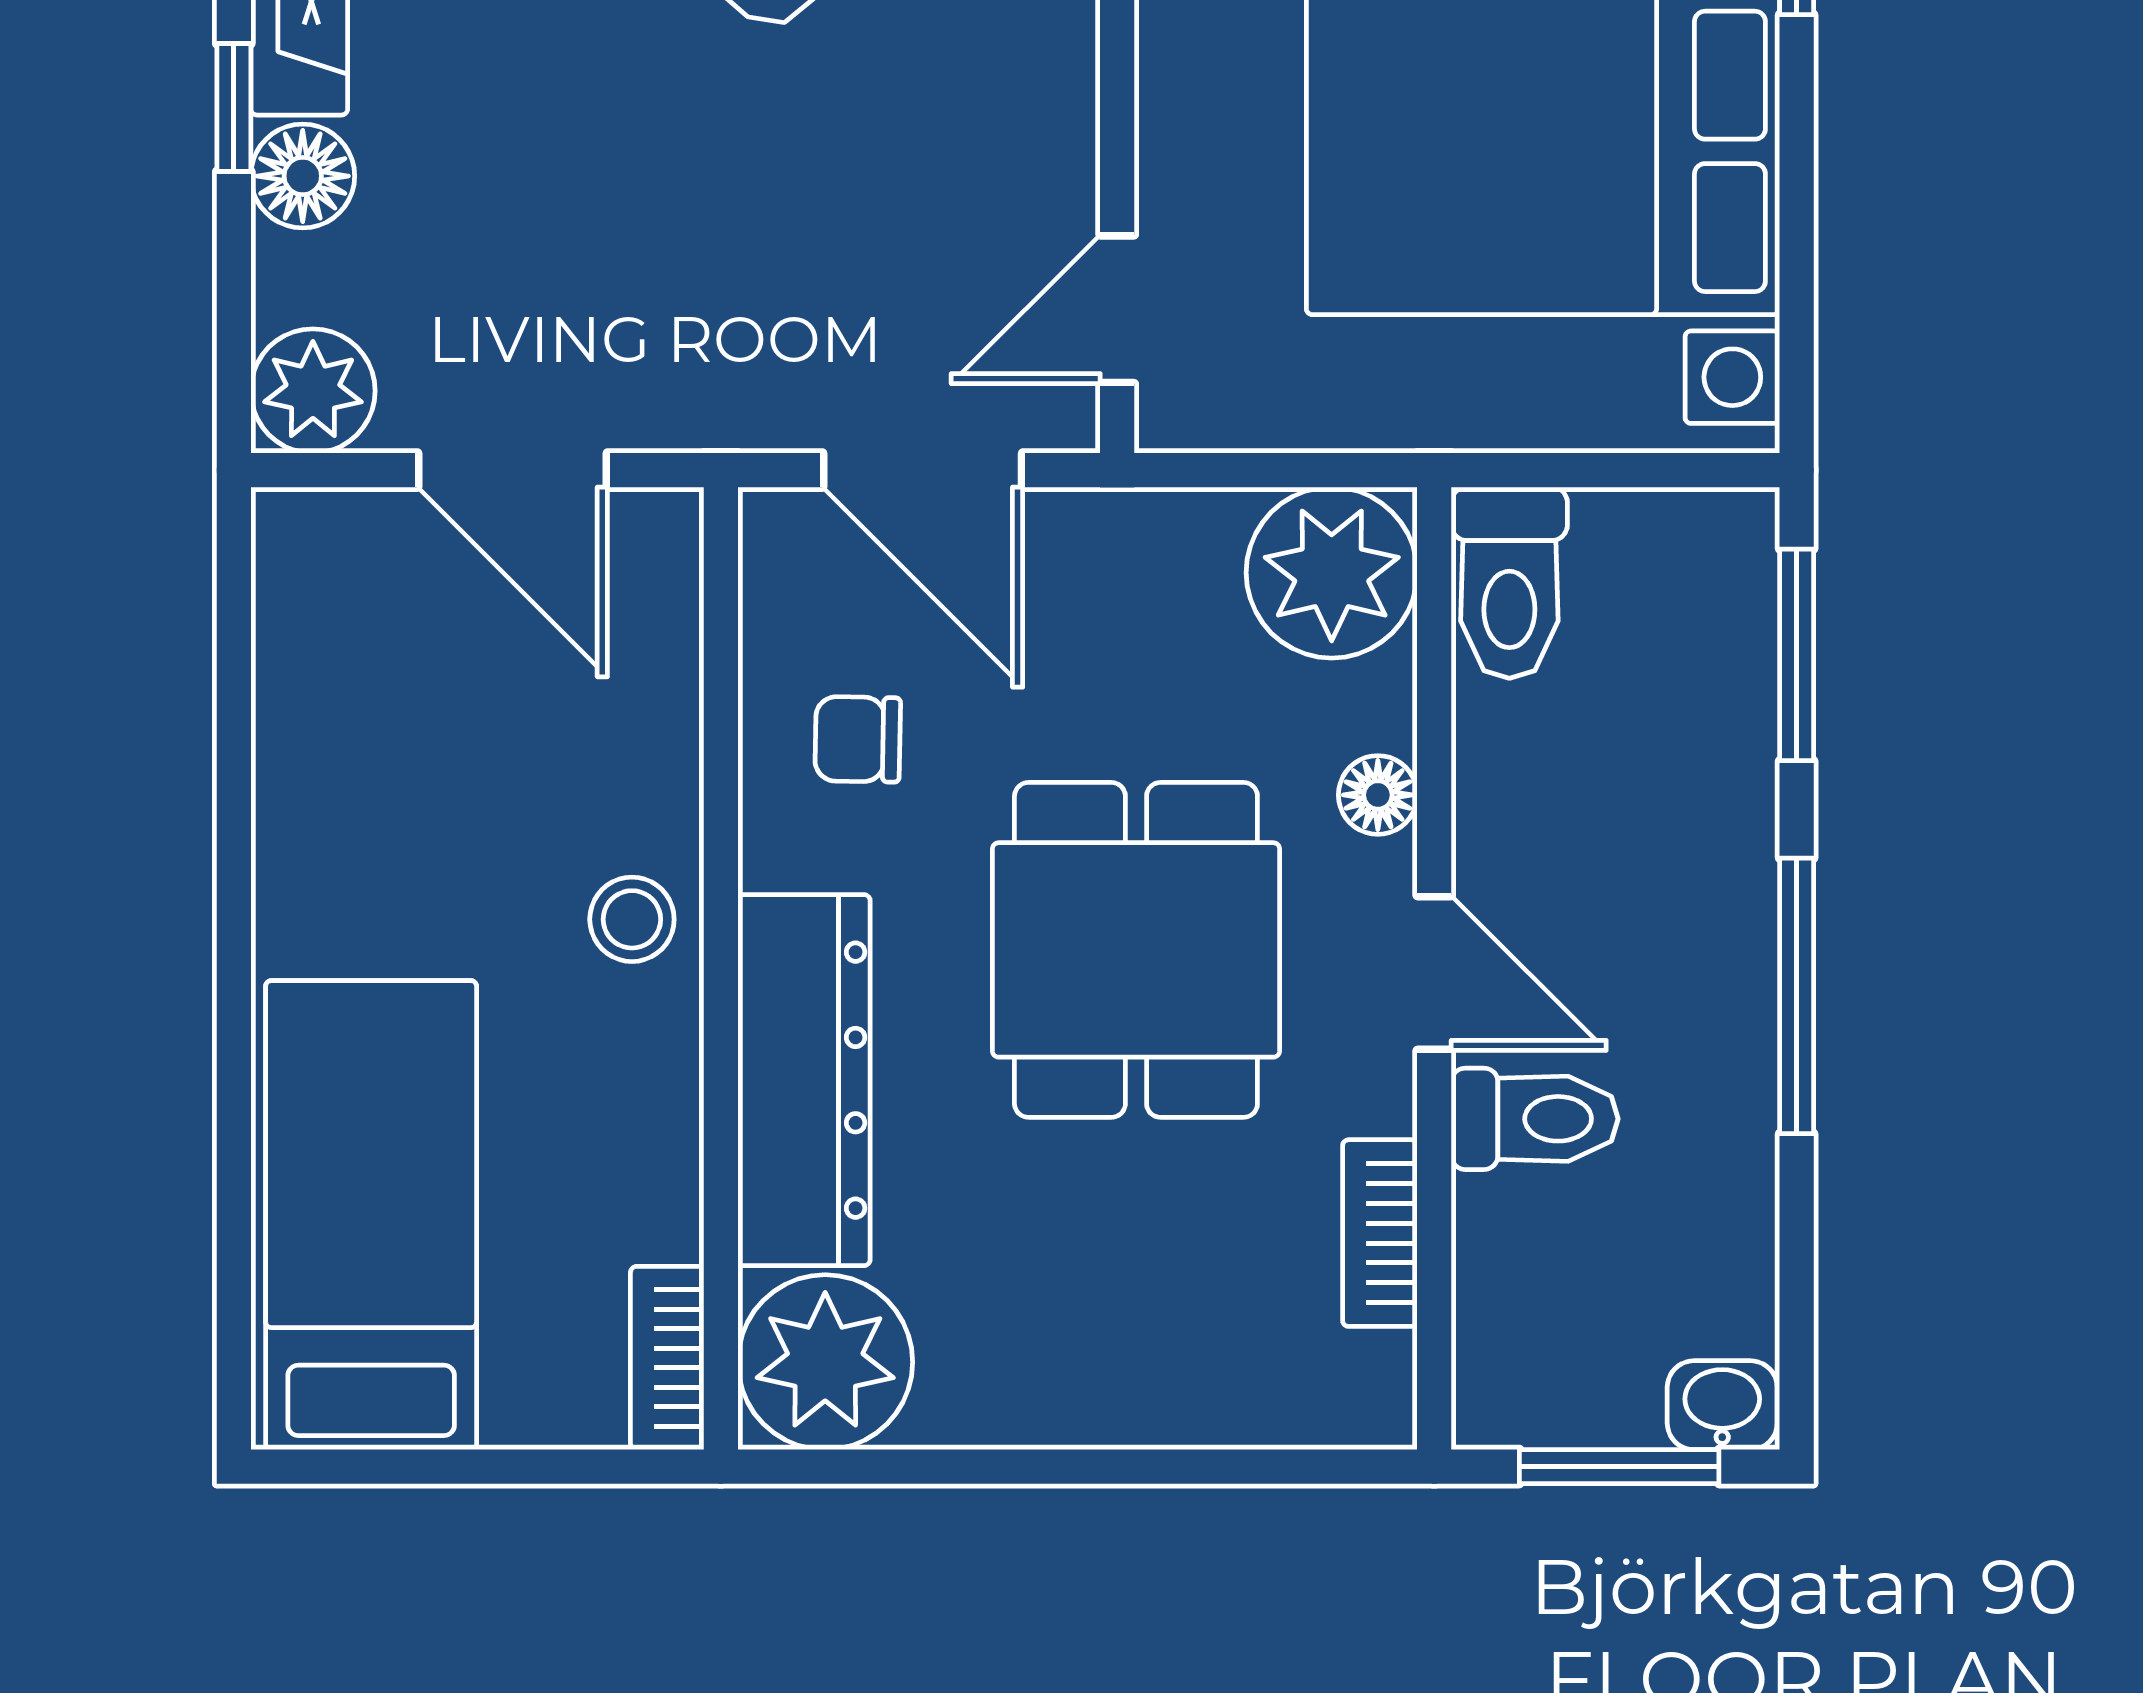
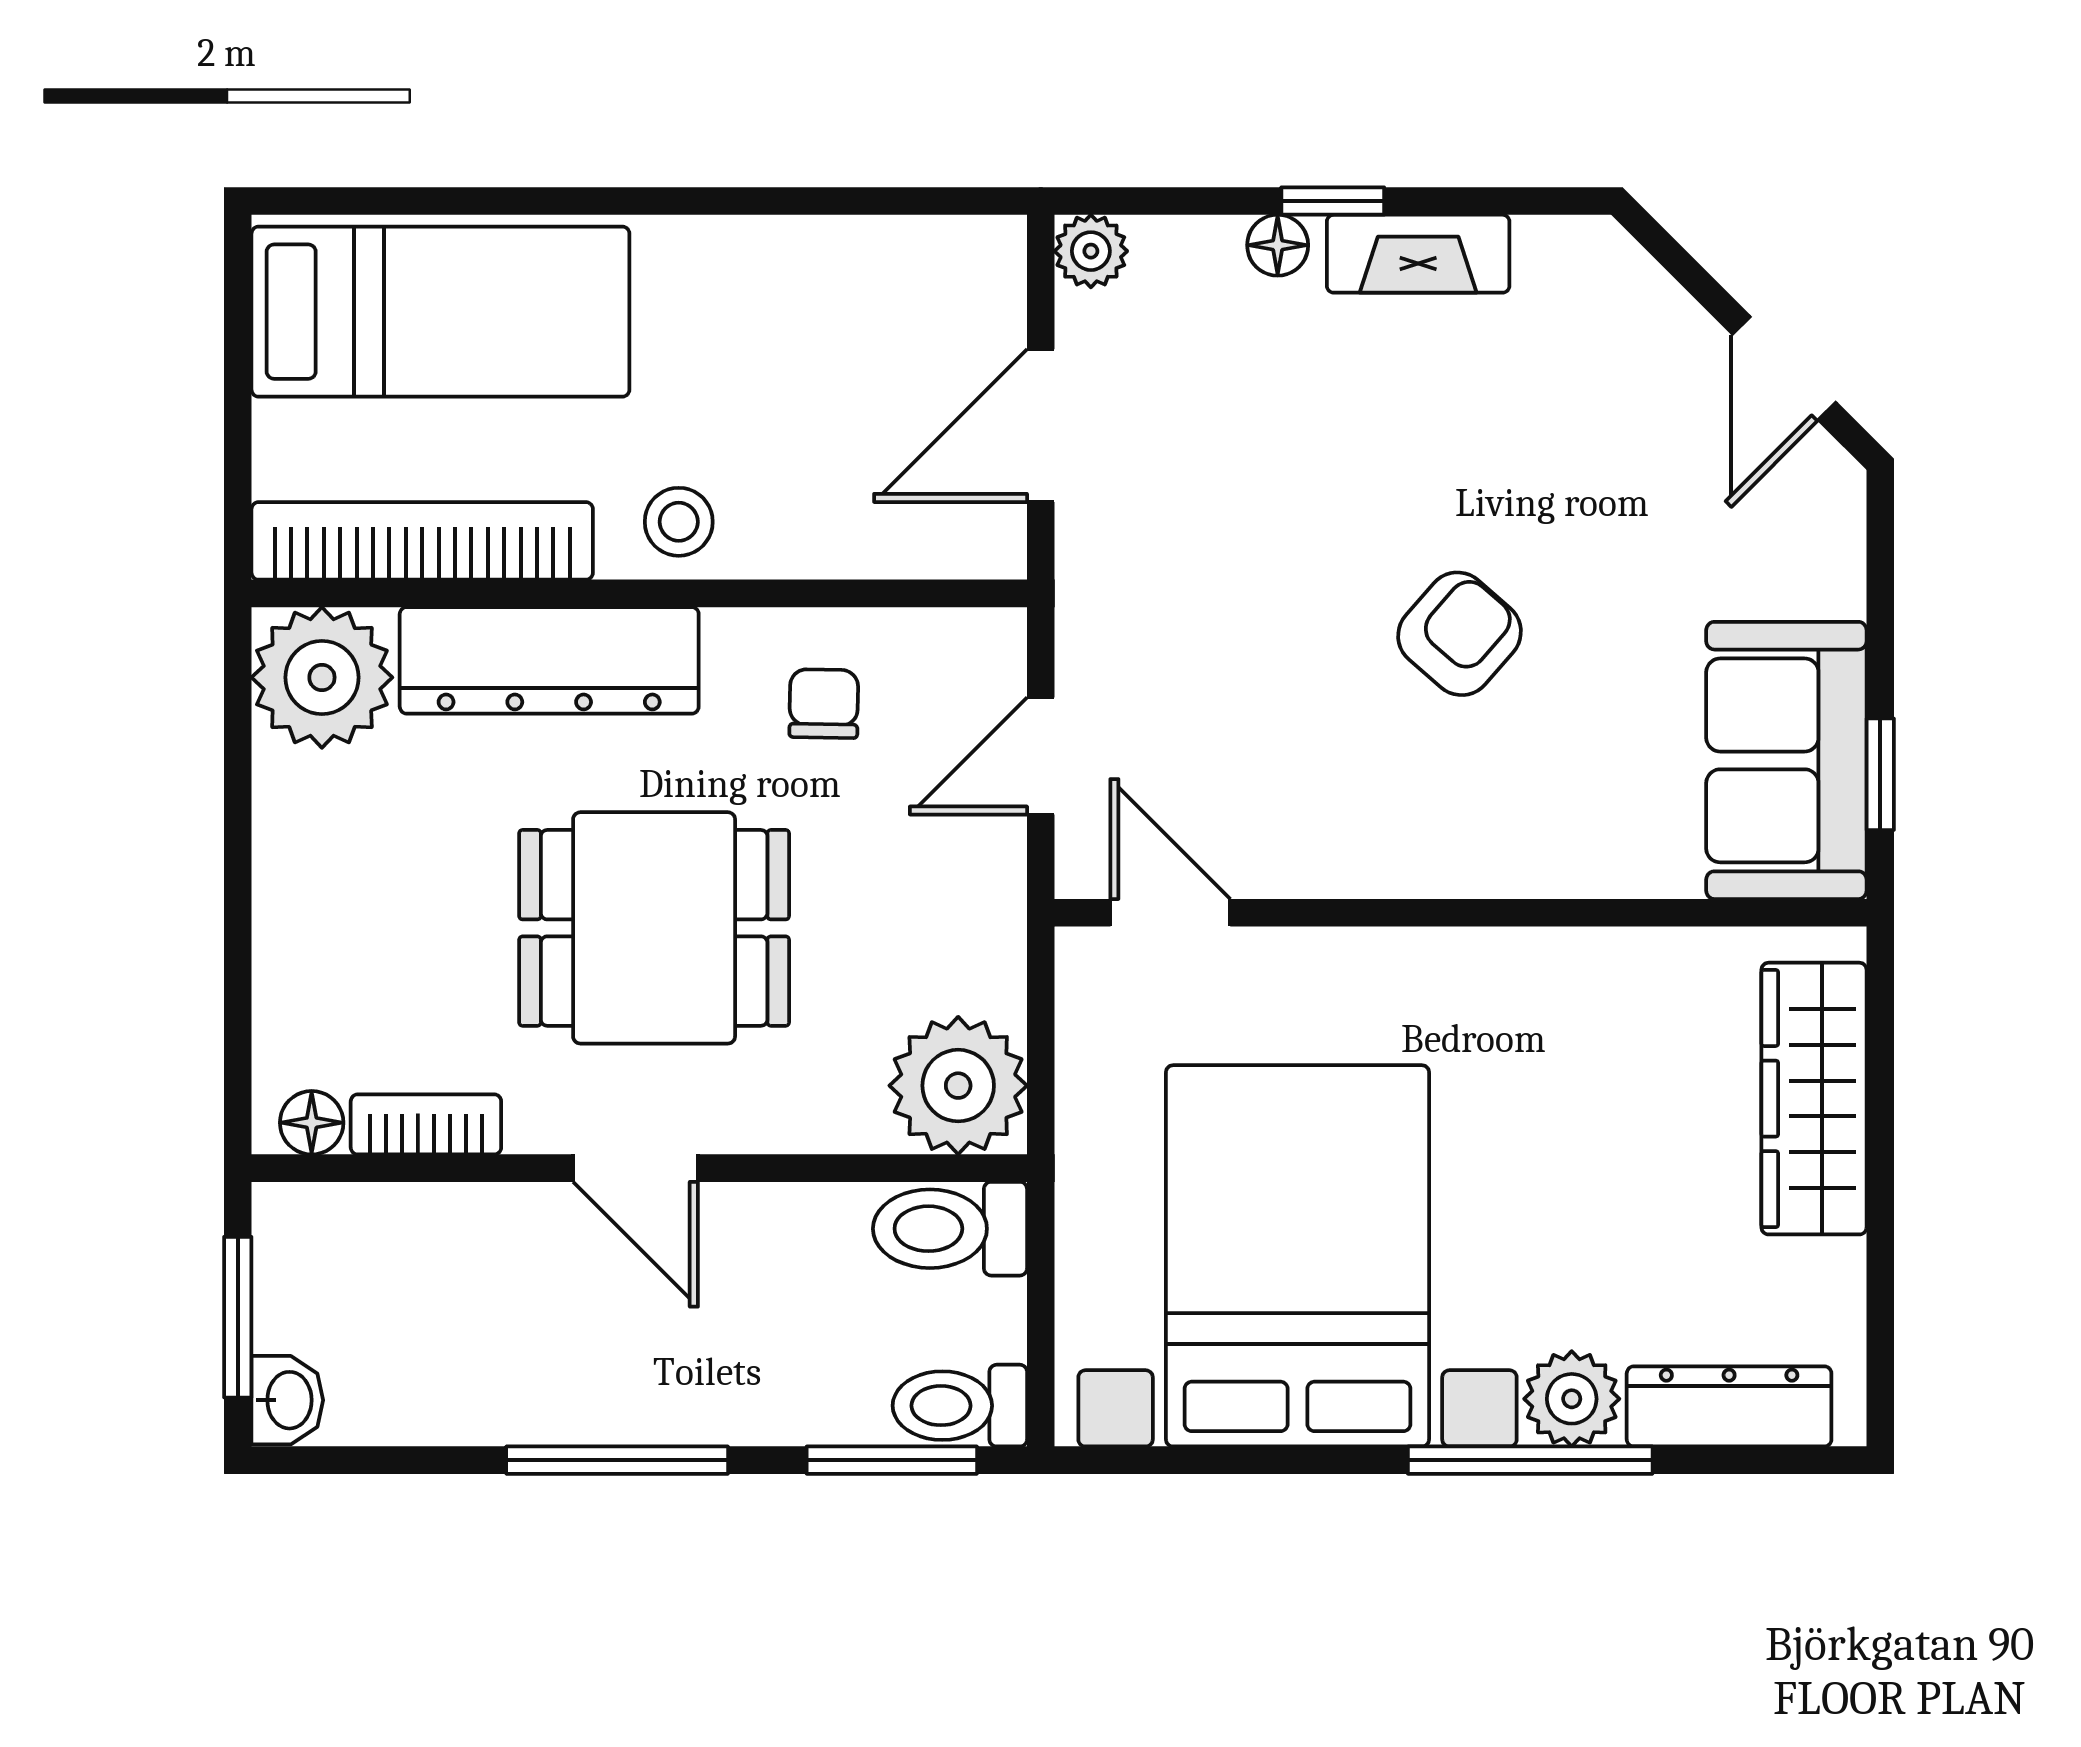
floor lamp: (303, 176) -> (1278, 245), width x0.73, depth x0.73
plant: (313, 391) -> (1091, 251), width x0.73, depth x0.73
door: (923, 470) -> (1041, 756), width x0.73
floor lamp: (1378, 795) -> (312, 1123), moved
door: (1434, 973) -> (636, 1168), hinge flipped
toilet: (1535, 1119) -> (960, 1406), moved, turned 90
bookcase: (667, 1358) -> (422, 541), width x2.31, depth x1.31

